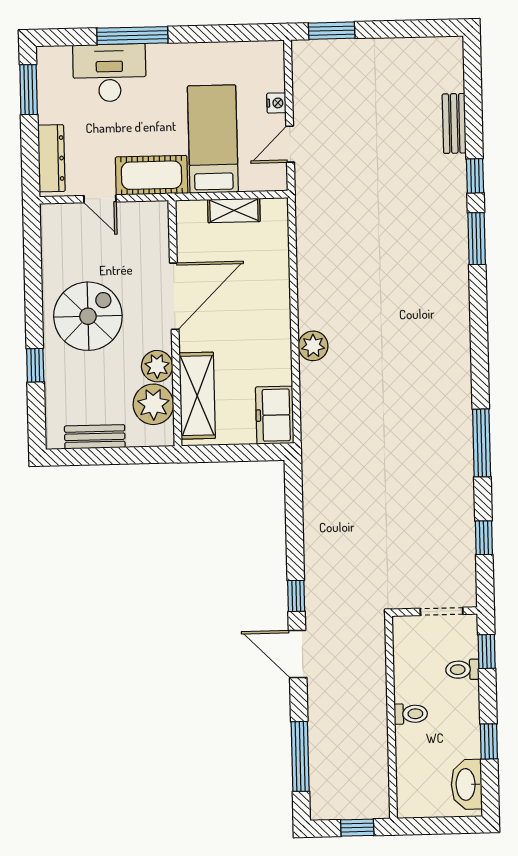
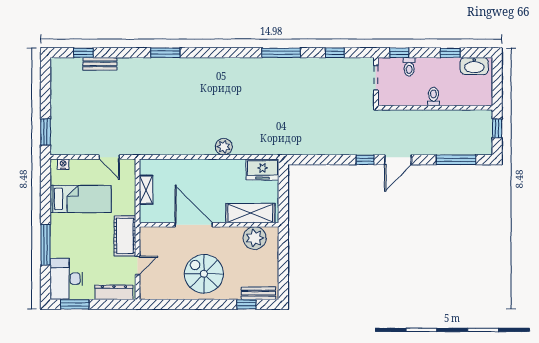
desk: (109, 73) -> (66, 279), moved
nightstand: (276, 103) -> (63, 164), moved
bed: (213, 139) -> (81, 199), moved, turned 180
window: (475, 176) -> (83, 53), moved
window: (35, 365) -> (246, 304), moved
plant: (157, 366) -> (233, 235), removed
bench: (95, 437) -> (258, 293), moved, turned 90

